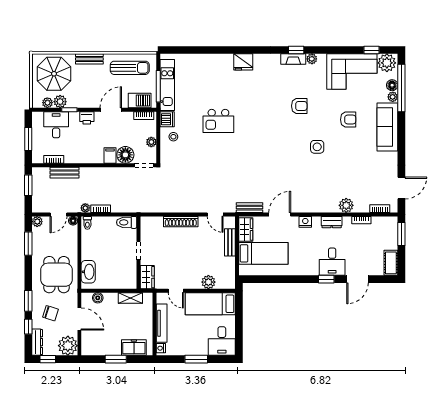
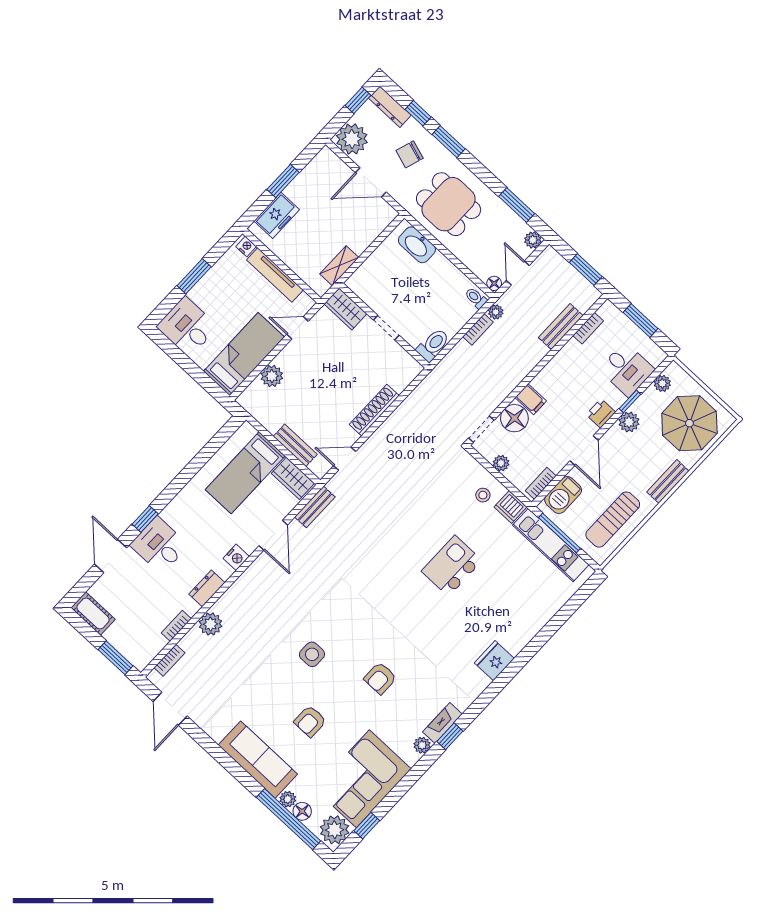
plant: (60, 102) -> (629, 422), moved
boiler: (98, 298) -> (376, 227), removed

